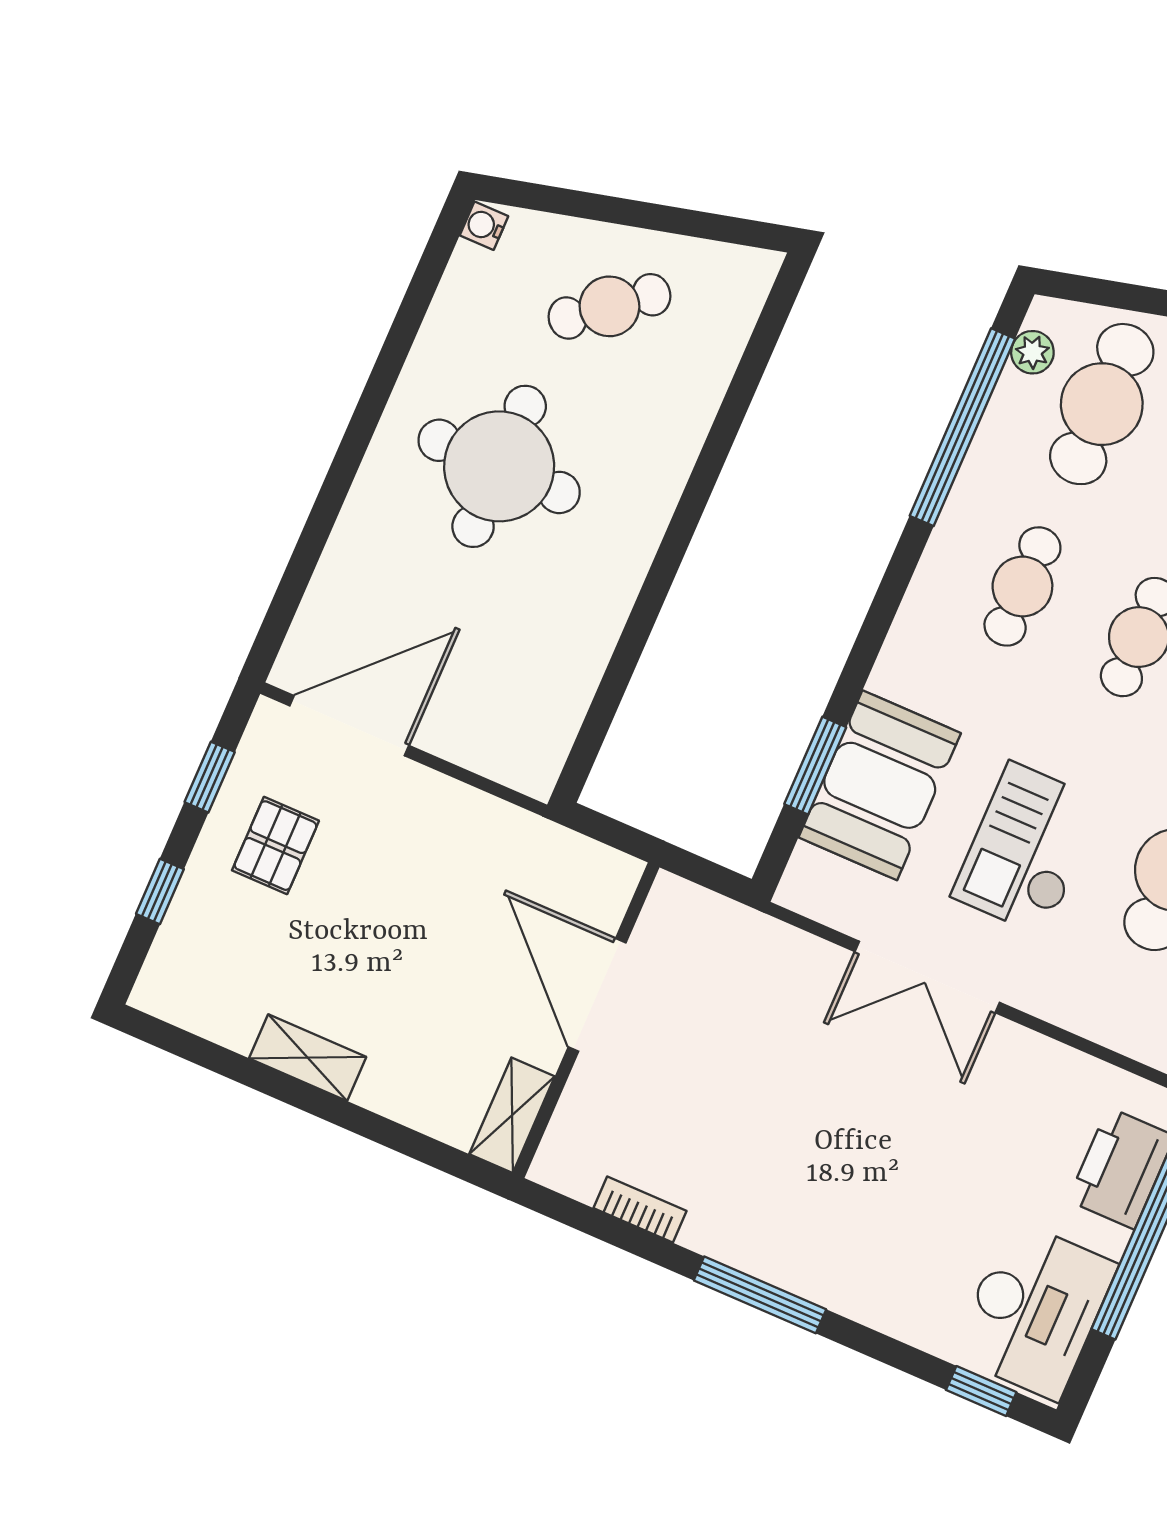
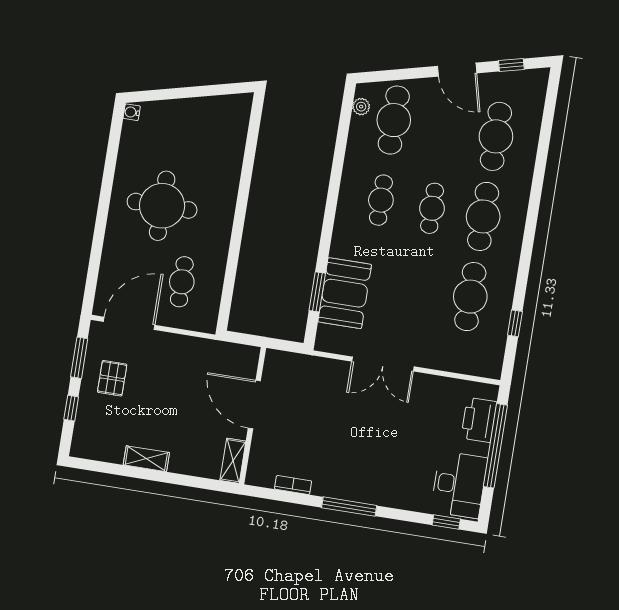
cafe table: (609, 306) -> (182, 282), moved, turned -51
window: (962, 427) -> (341, 143), removed
window: (210, 777) -> (79, 358), width x1.50
checkout: (1027, 849) -> (409, 303), removed

